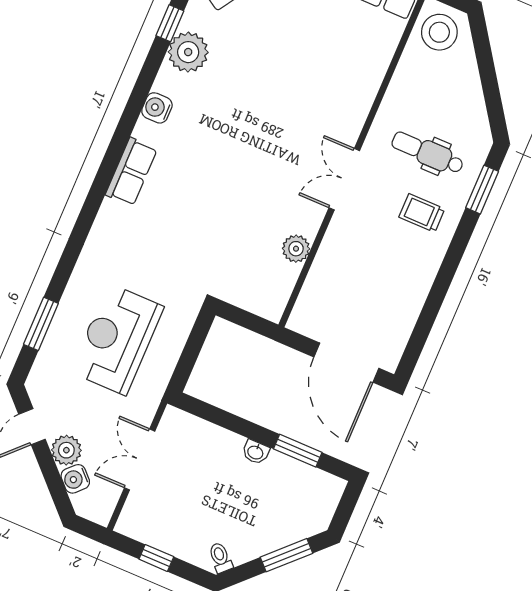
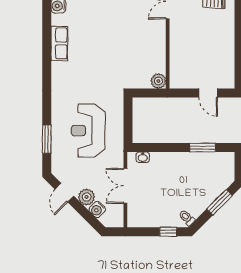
plant: (296, 249) -> (158, 81), moved
door: (346, 363) -> (208, 93), width x0.53
washbasin: (256, 452) -> (143, 157), moved
window: (156, 558) -> (168, 232), moved

